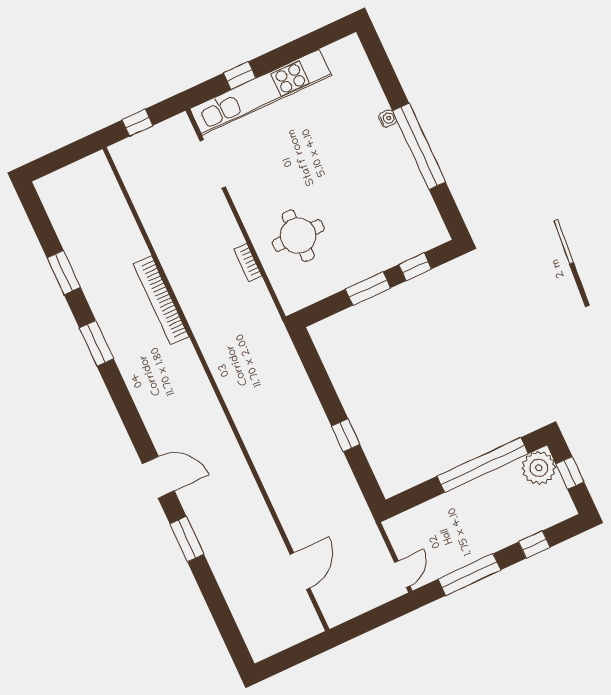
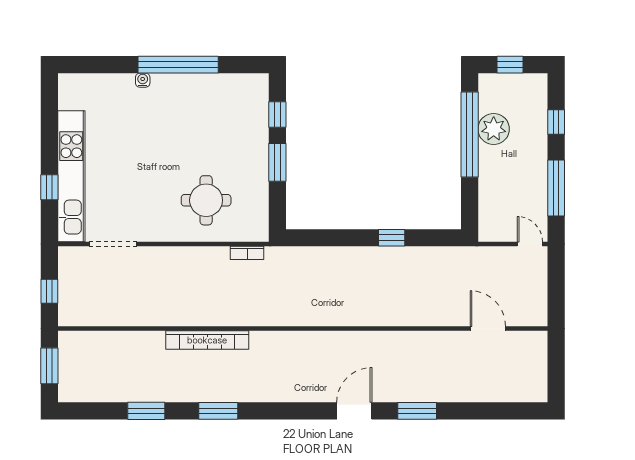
window: (64, 157) -> (49, 366), added
bookcase: (248, 263) -> (247, 253), moved
plant: (539, 468) -> (494, 129), moved

